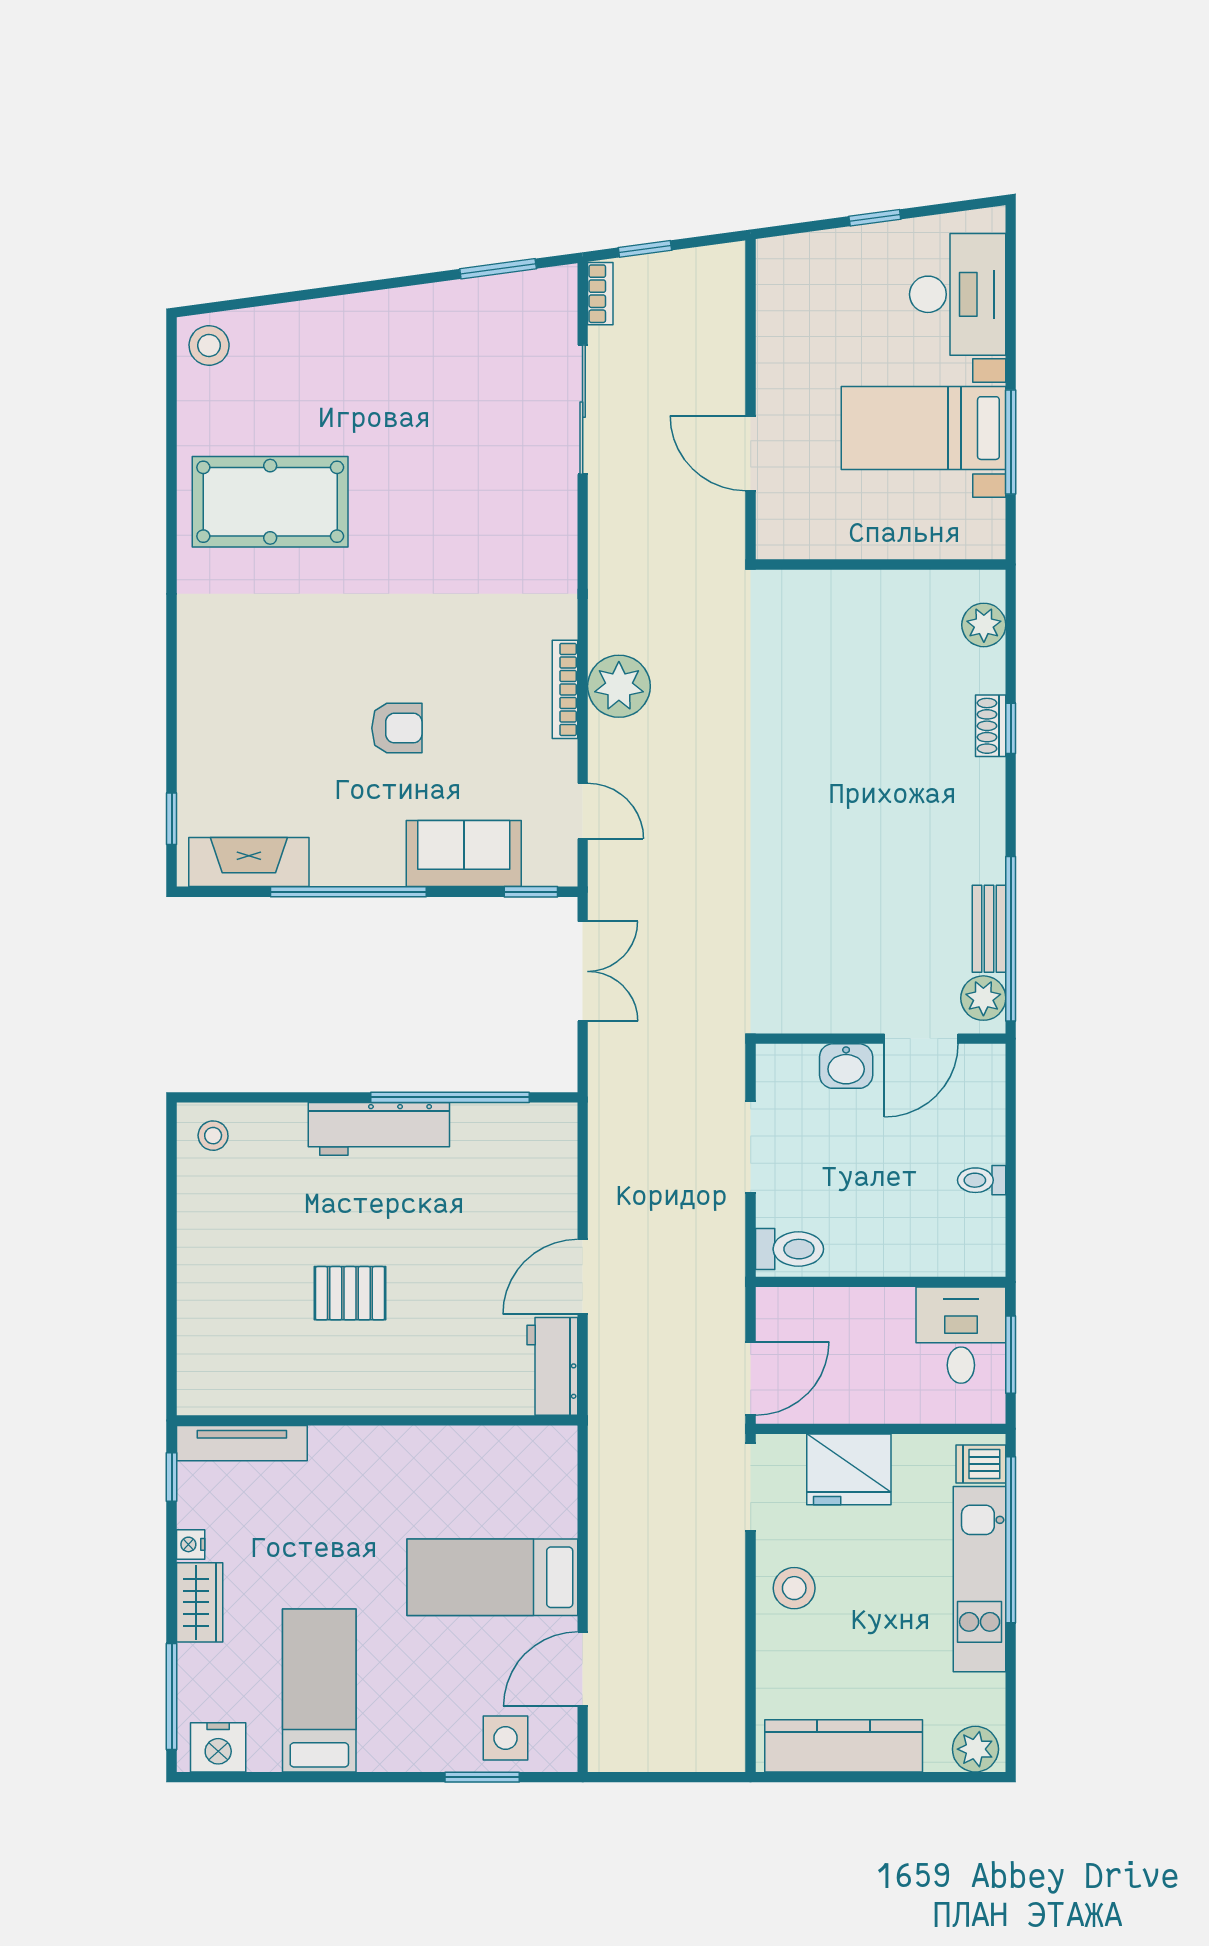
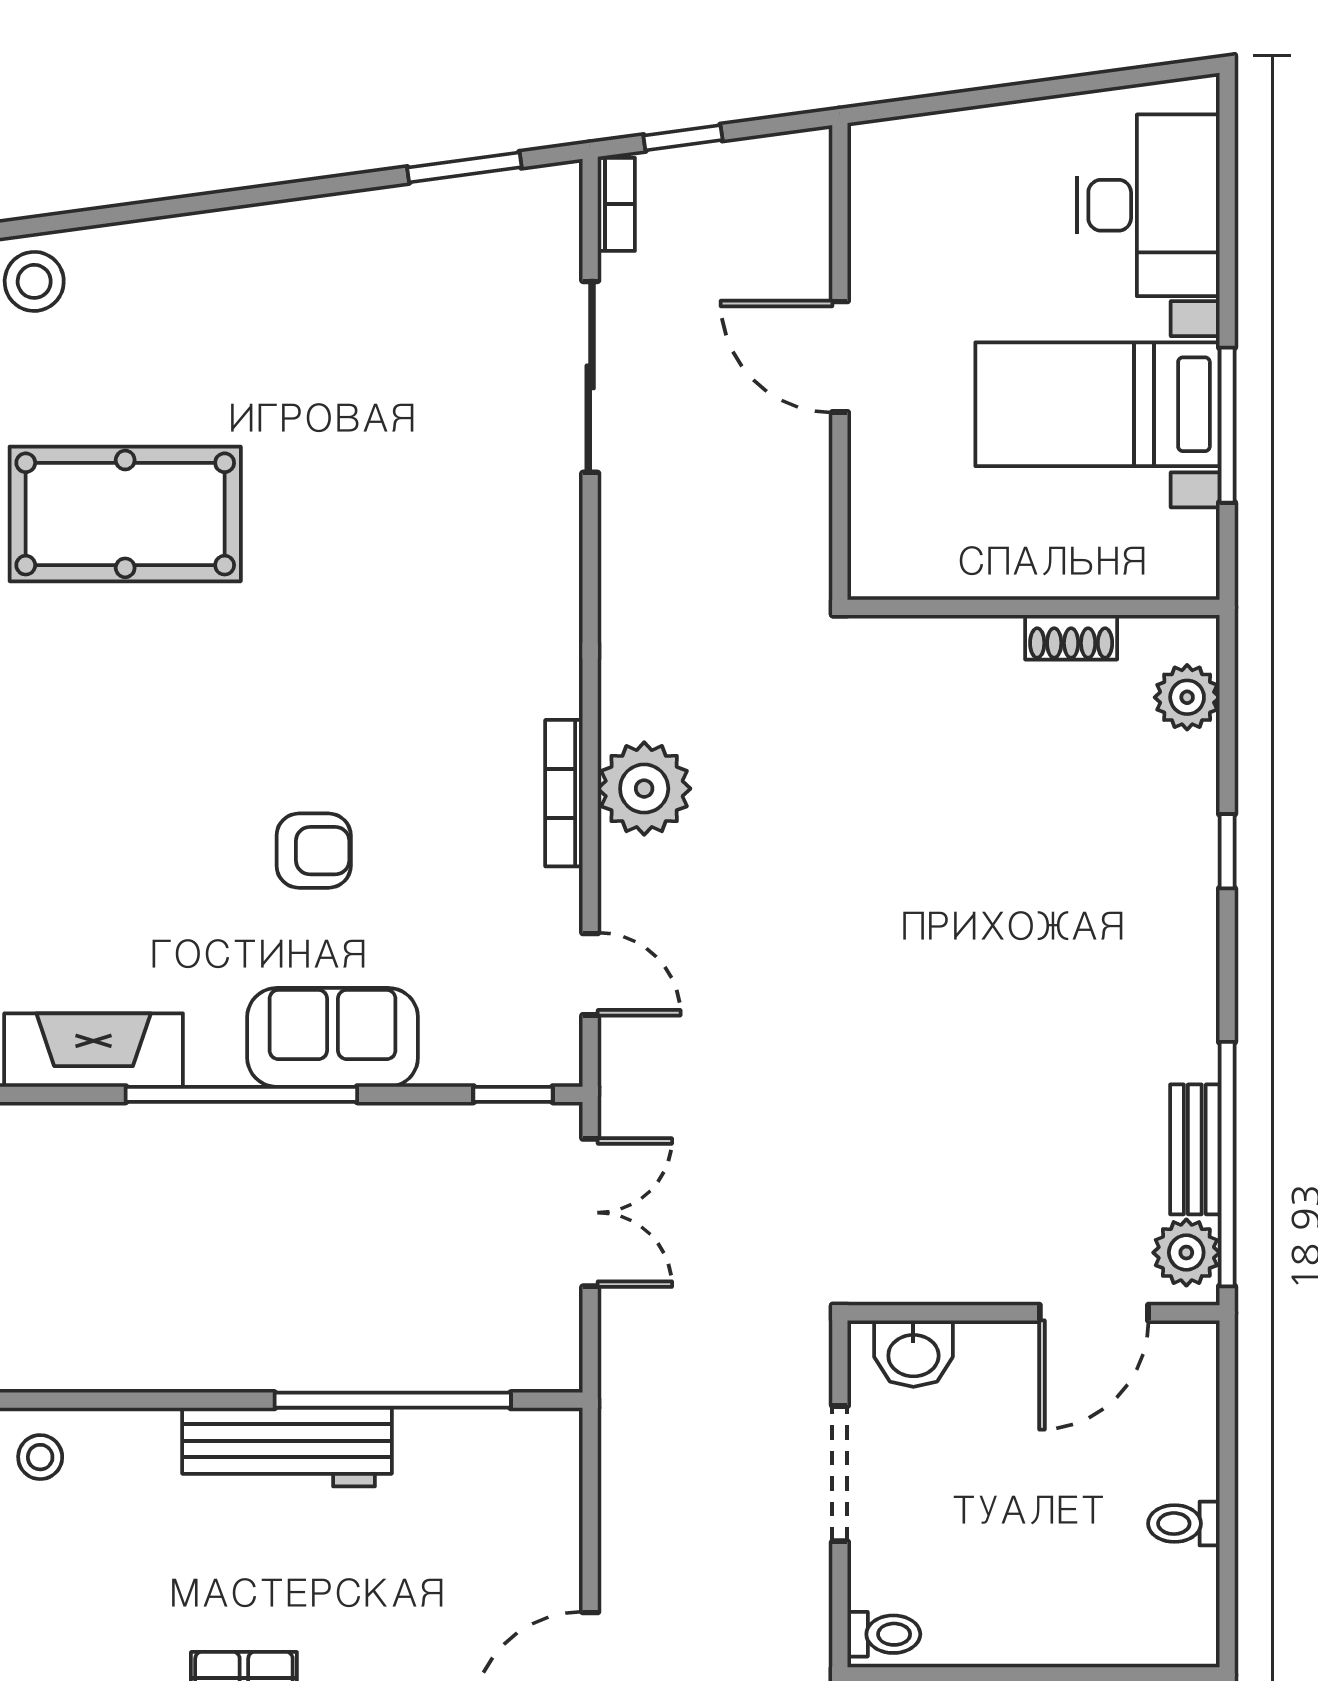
window: (875, 218) -> (1025, 91), removed
door: (751, 453) -> (840, 357), moved
shoe rack: (991, 726) -> (1071, 637), moved, turned -90
sofa: (464, 854) -> (333, 1037), moved
washbasin: (846, 1066) -> (913, 1354), moved
toilet: (789, 1249) -> (884, 1634), width x0.73, depth x0.72

